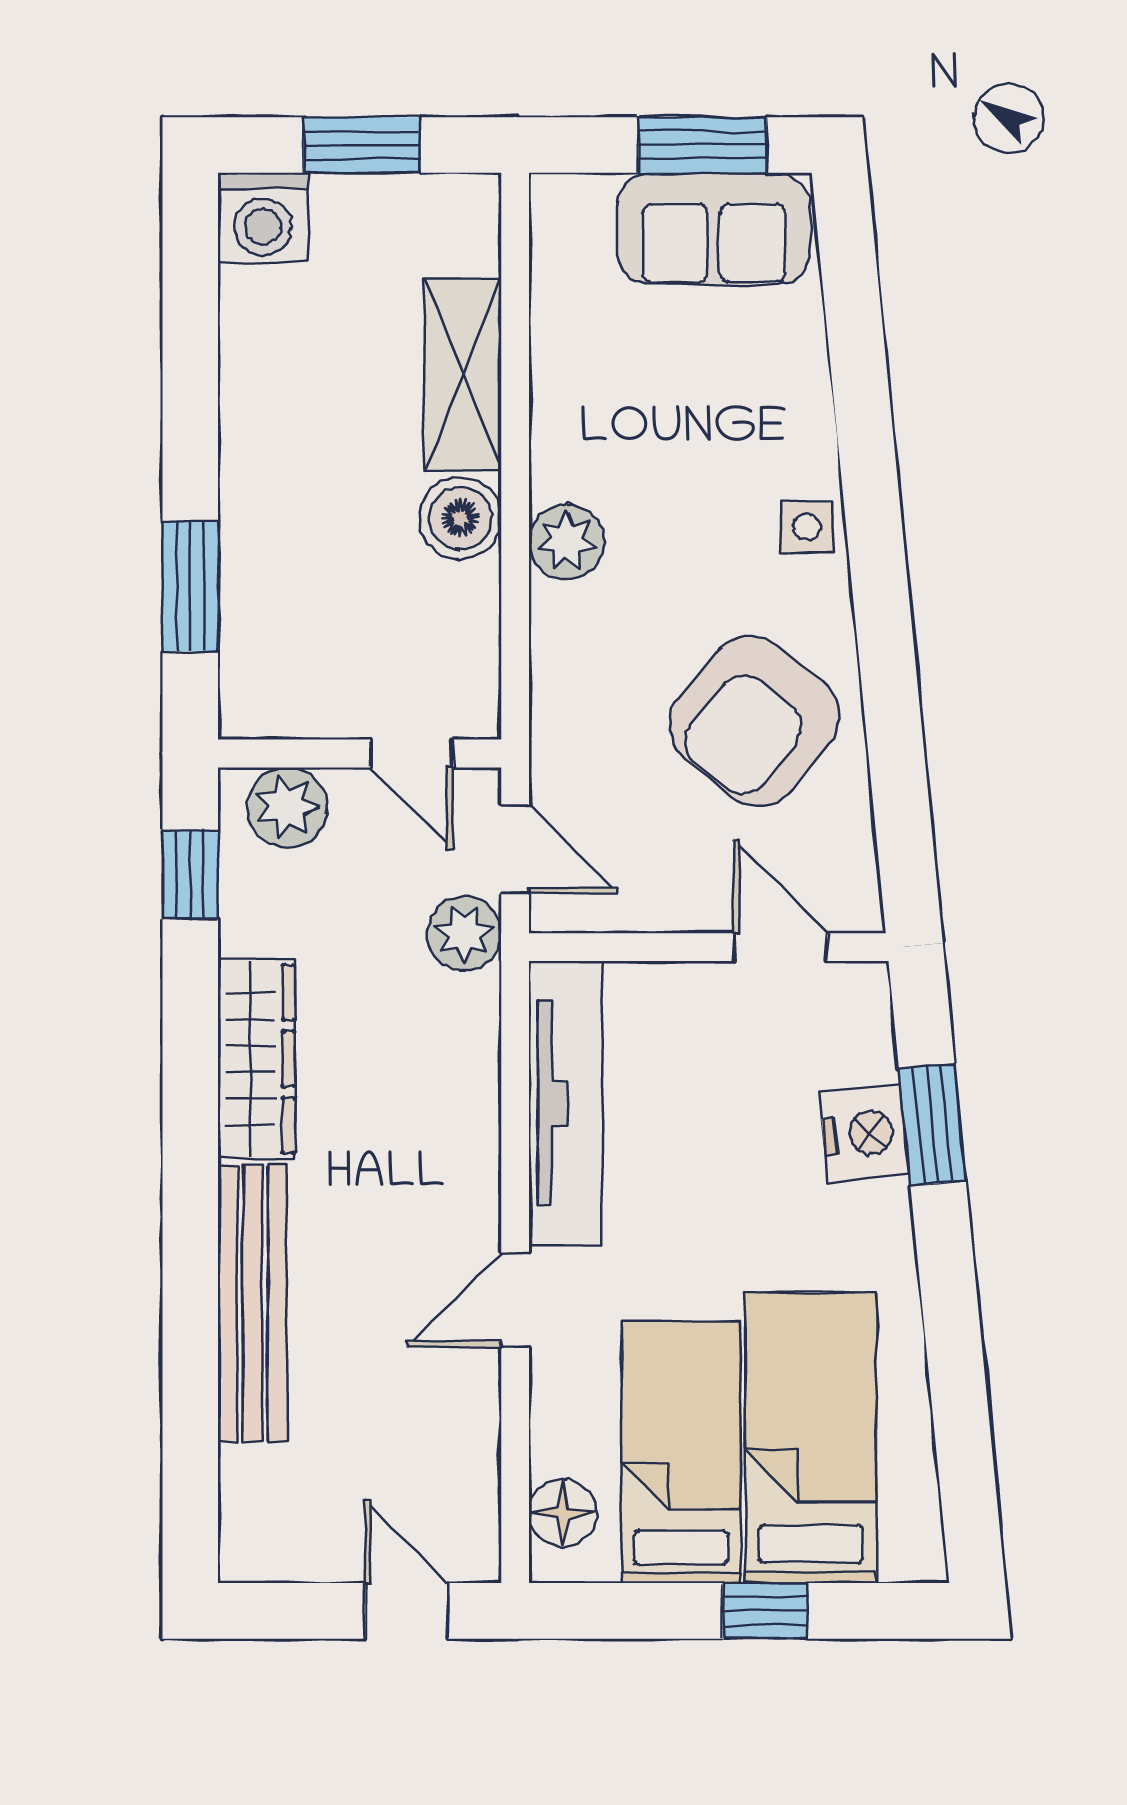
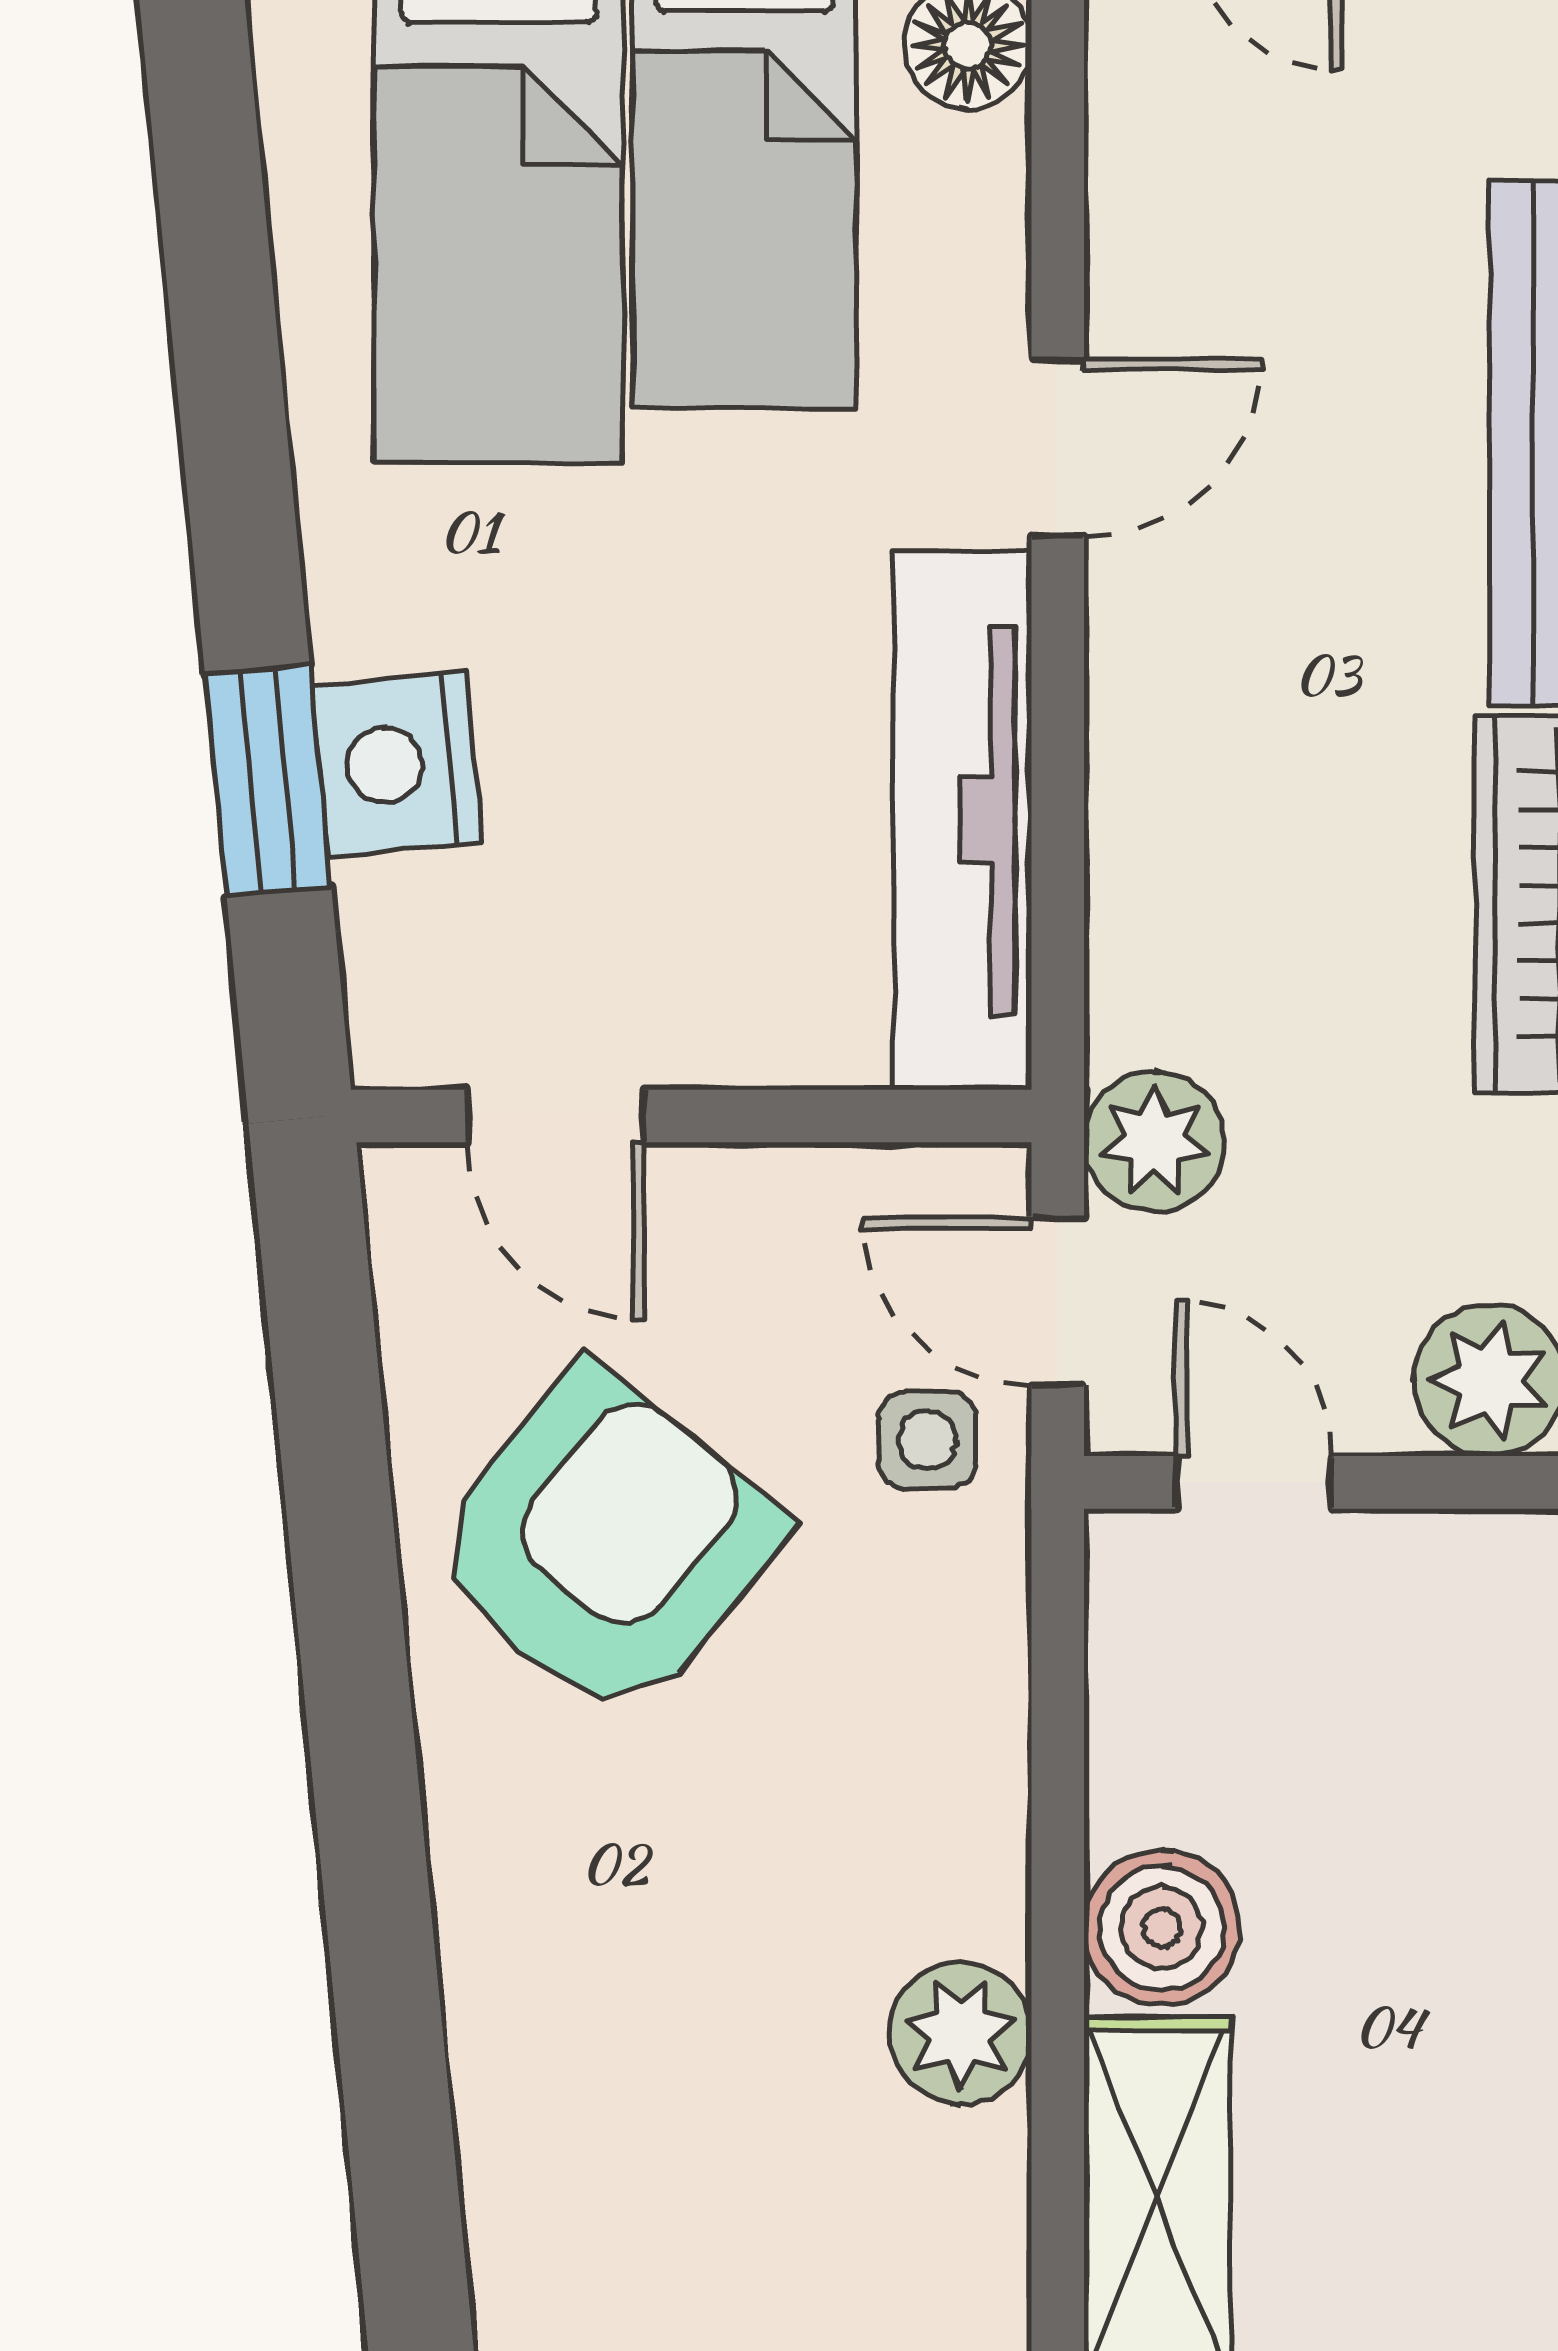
side table: (807, 527) -> (927, 1440), moved
plant: (567, 542) -> (960, 2033), moved

